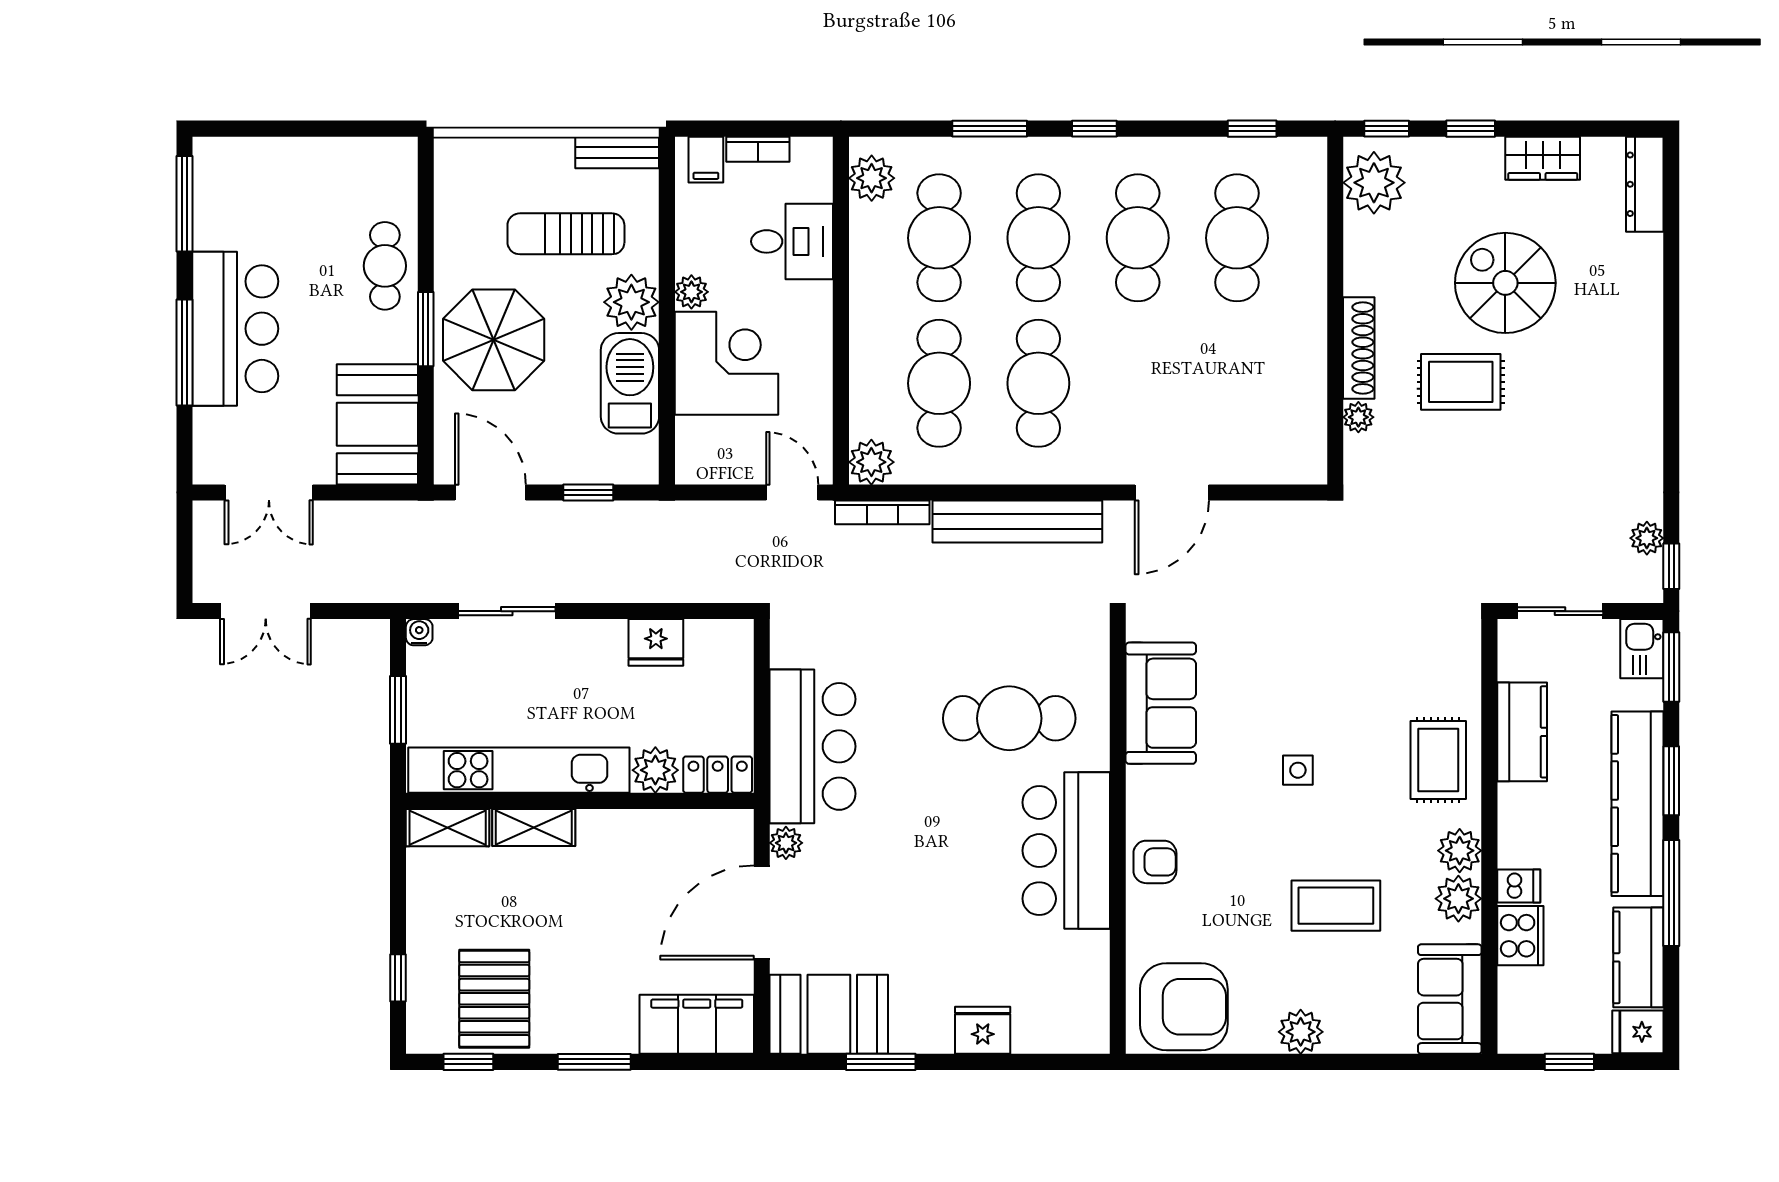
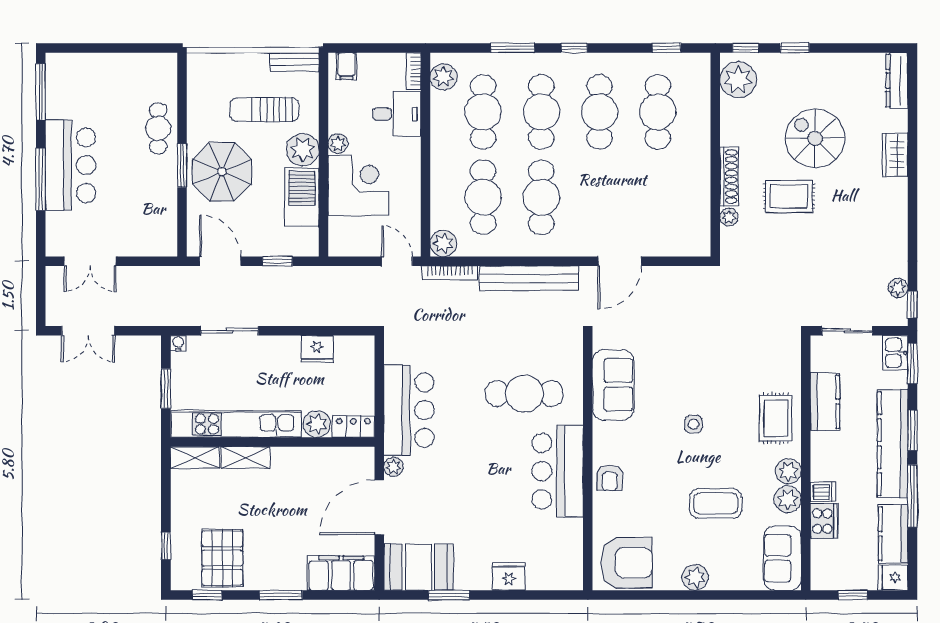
bookcase: (758, 149) -> (413, 71), moved, turned 90
wardrobe: (1543, 158) -> (895, 155), moved, turned 90
booth: (377, 424) -> (154, 221), removed
armchair: (1155, 862) -> (610, 478), turned 90

